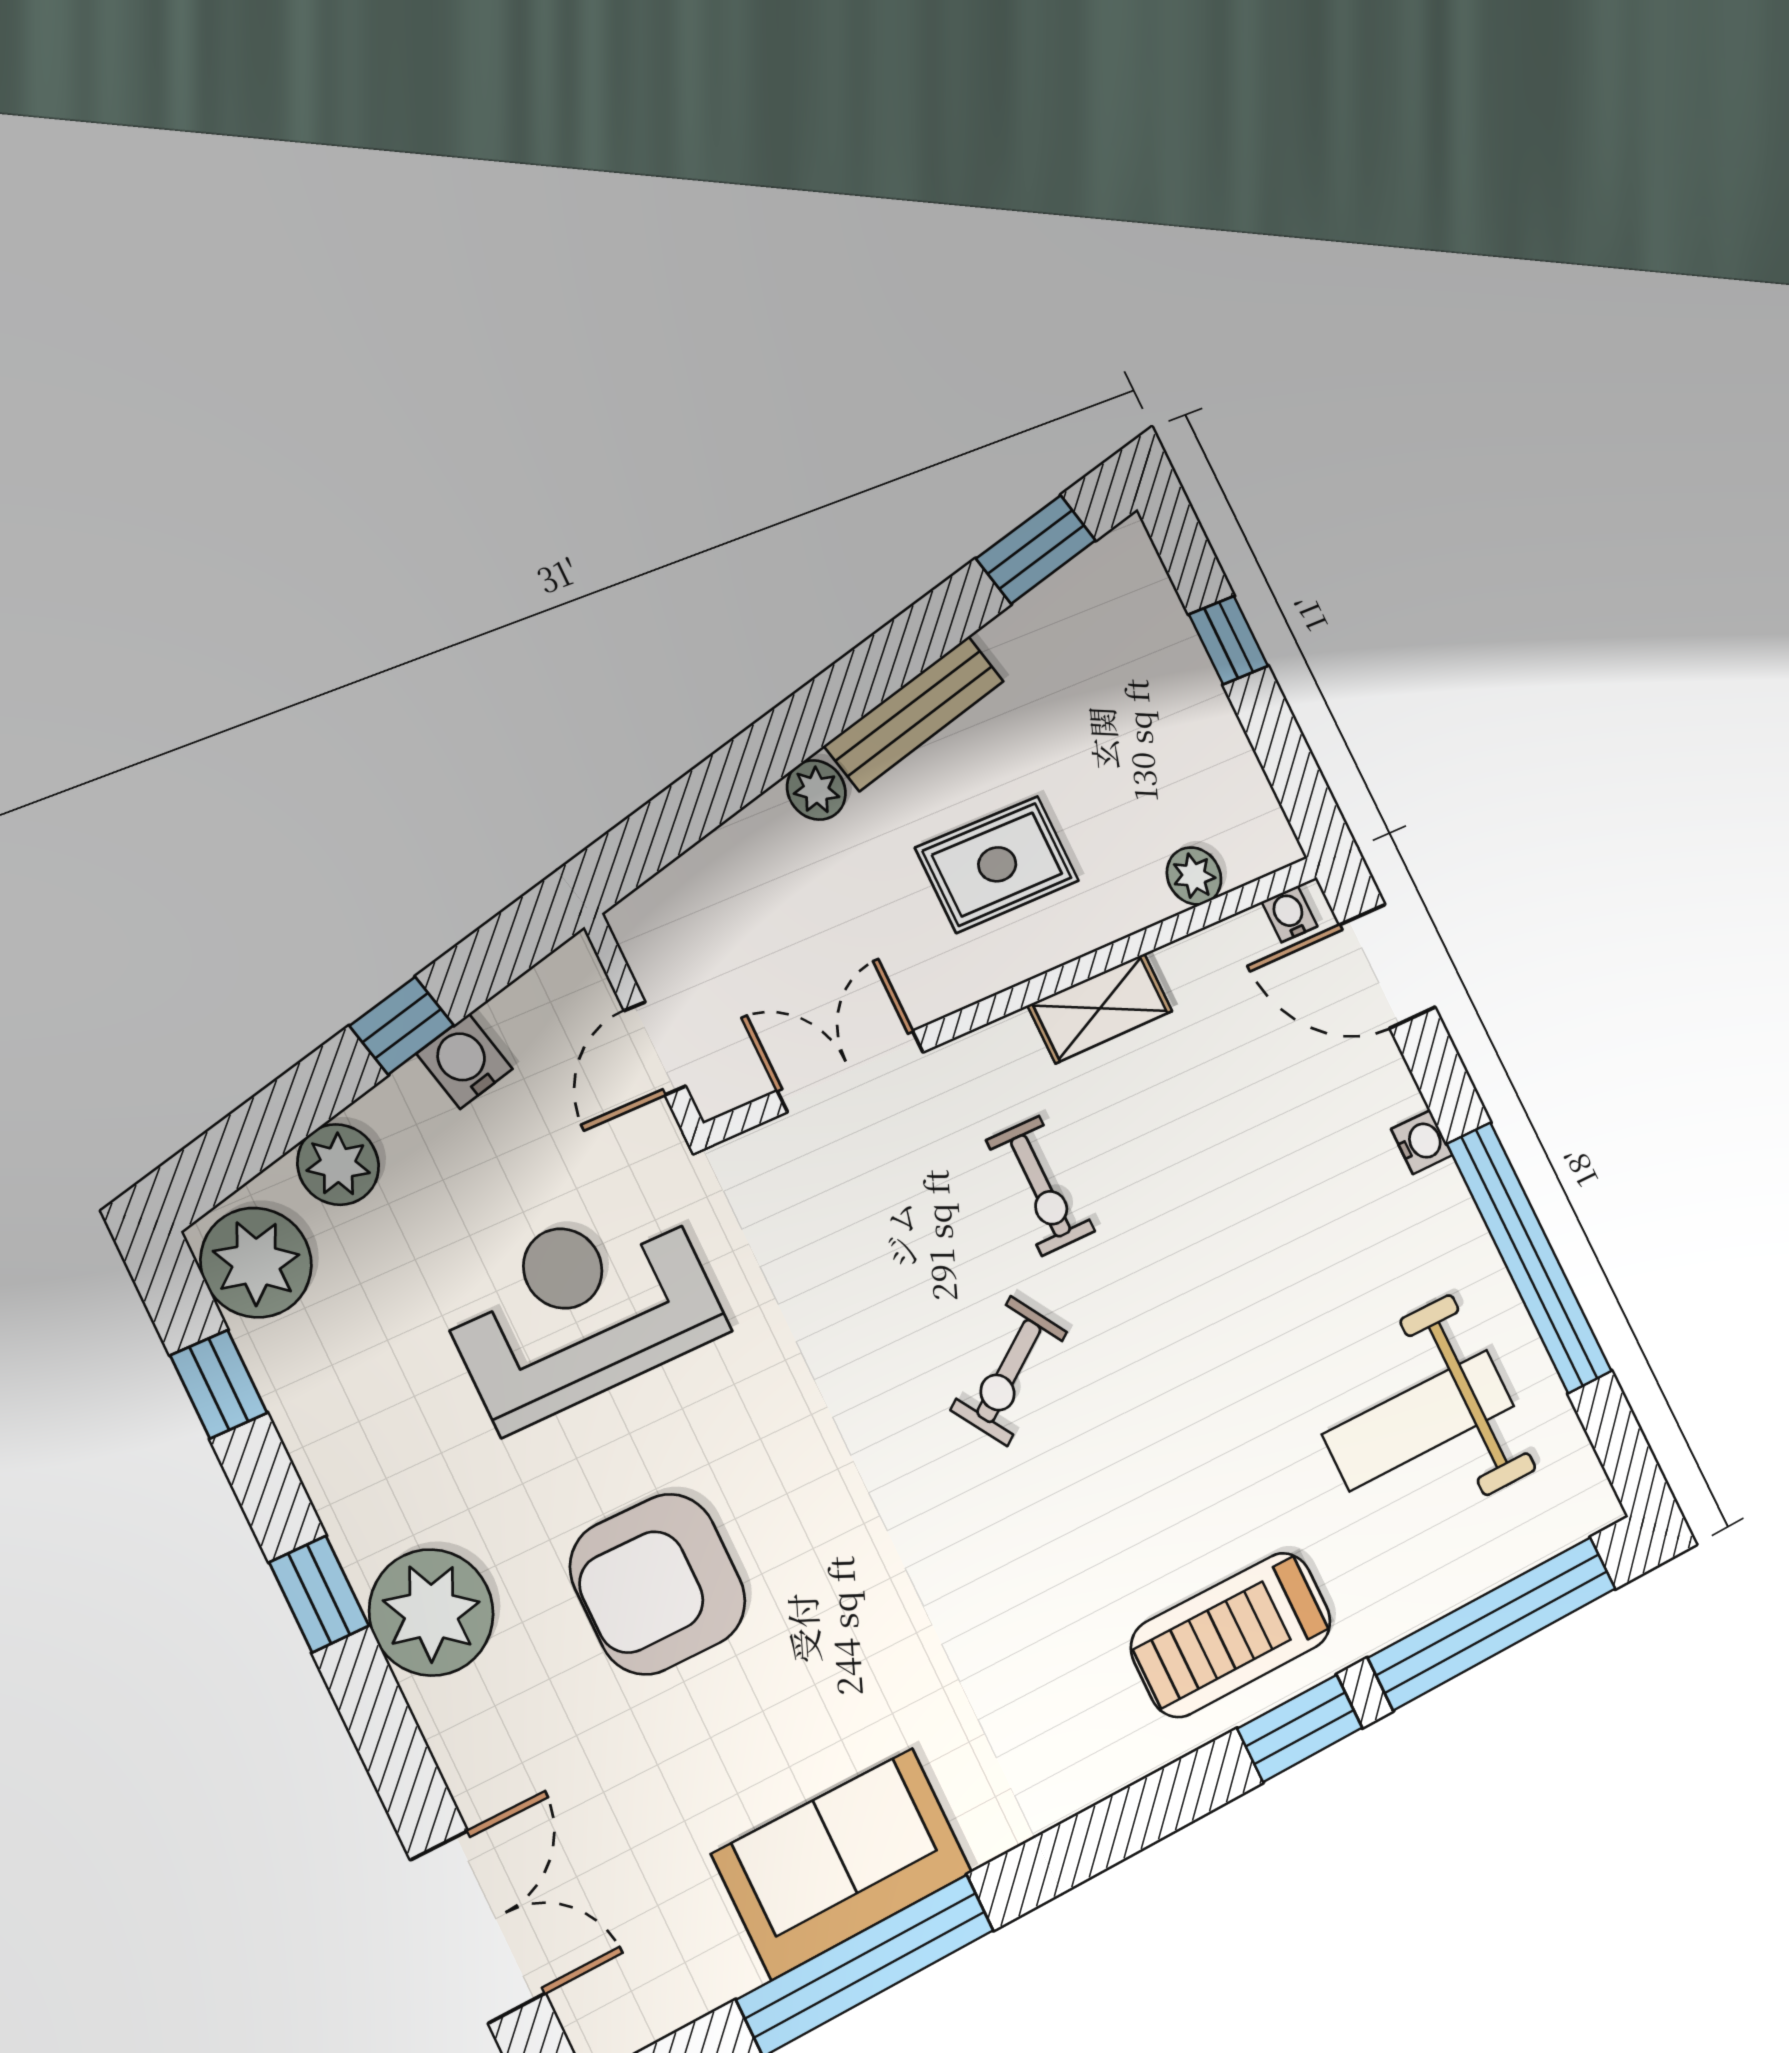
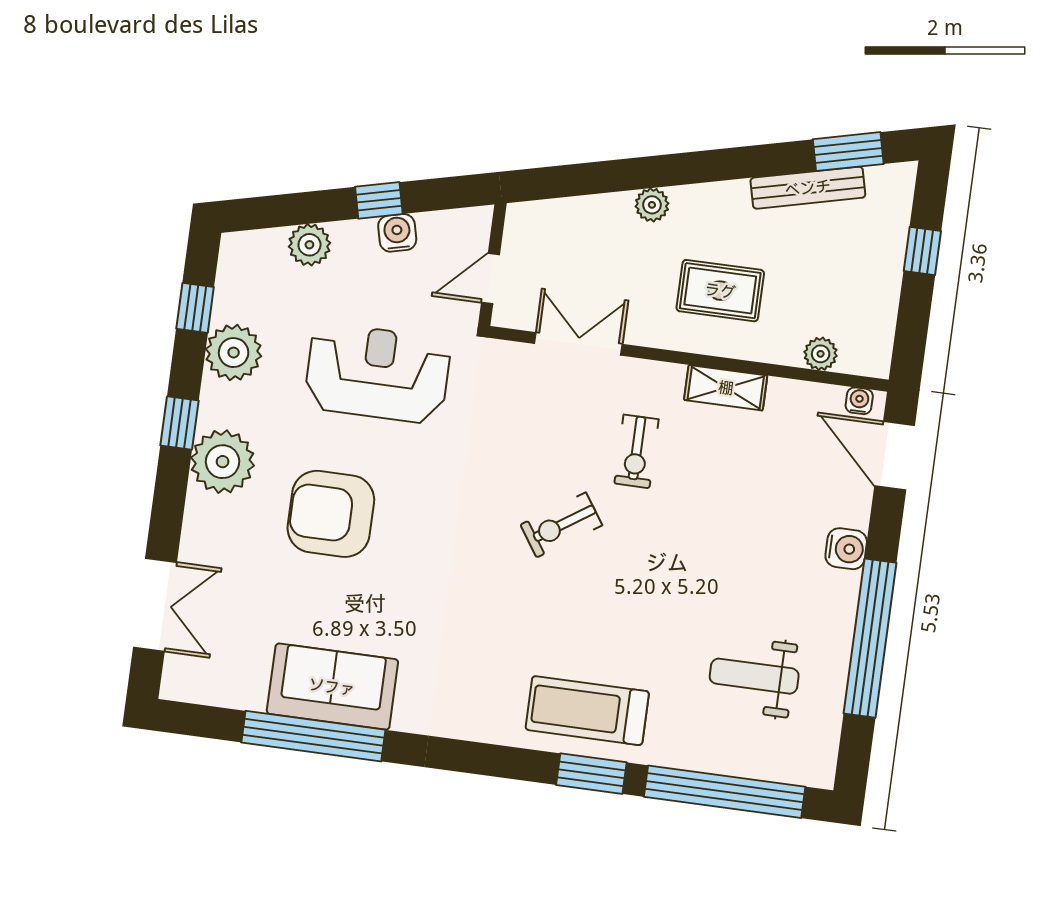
bench: (914, 713) -> (808, 188), moved
water cooler: (1422, 1142) -> (846, 549), width x1.38, depth x1.38
plant: (256, 1263) -> (234, 353), moved
weight bench: (1419, 1420) -> (754, 676), width x0.73, depth x0.75

